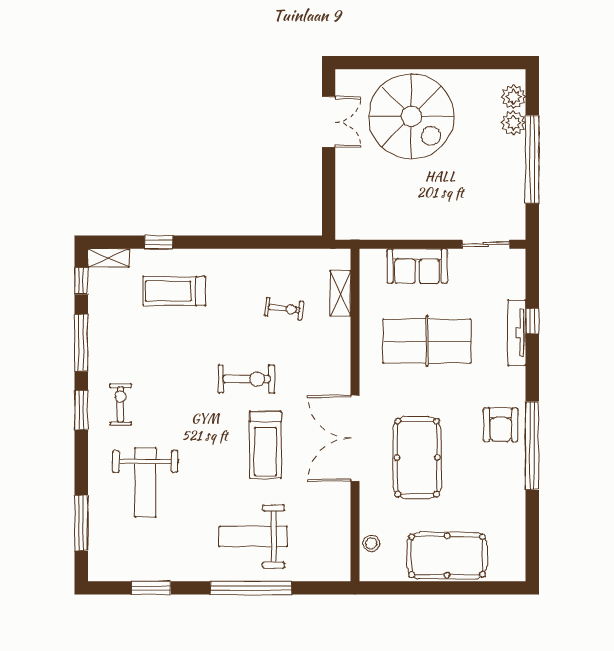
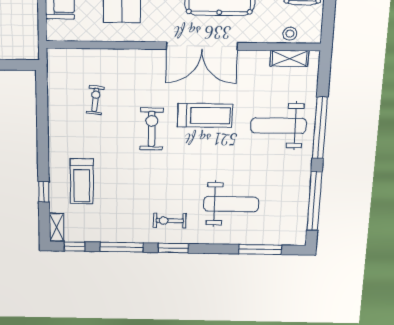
shelving: (340, 293) -> (289, 58), moved
weight bench: (253, 536) -> (278, 126), turned 90
window: (151, 588) -> (314, 201), width x2.11

